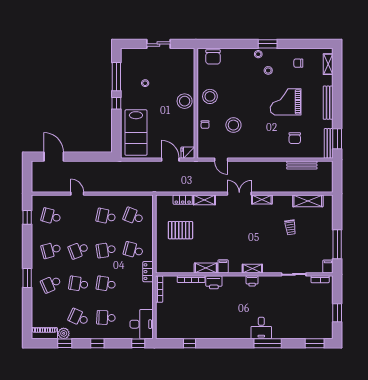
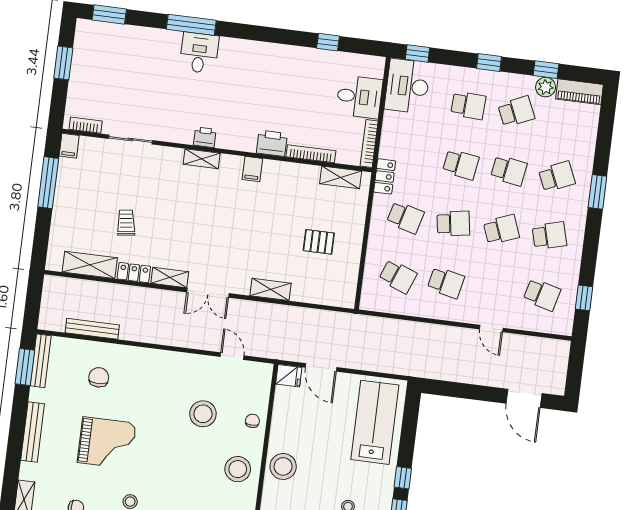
locker: (183, 200) -> (134, 273), moved
pallet: (180, 230) -> (319, 242), width x0.67, depth x0.71
shelving: (206, 268) -> (341, 177), moved
desk: (168, 315) -> (359, 97), added
school desk: (79, 318) -> (516, 111), turned -48

